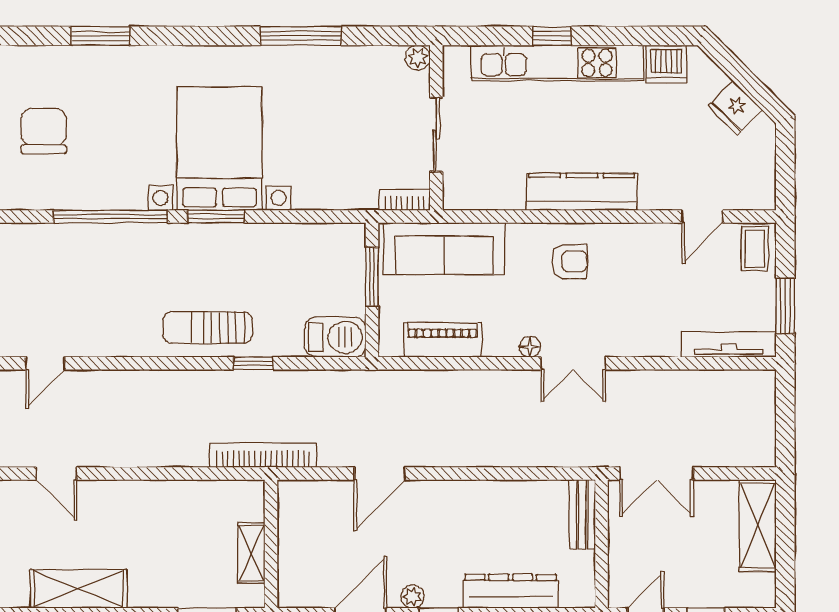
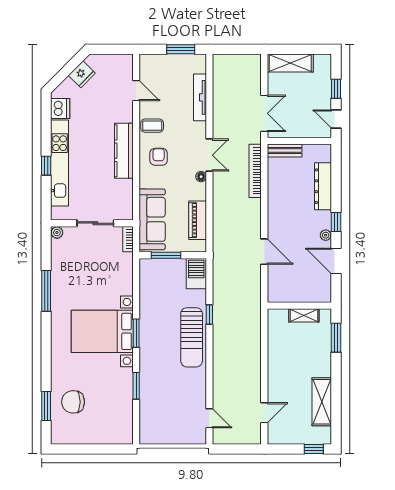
window: (100, 36) -> (46, 406), moved
chair: (44, 131) -> (73, 402), moved
window: (110, 216) -> (136, 386), width x0.47
coffee table: (755, 249) -> (152, 126), moved
sun lounger: (208, 328) -> (192, 337), width x1.36, depth x1.34
tv unit: (729, 344) -> (200, 97), moved
bookcase: (263, 455) -> (255, 171), moved

